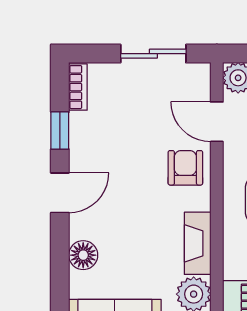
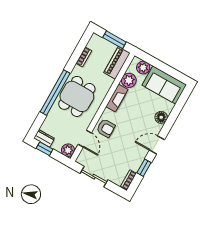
armchair: (185, 168) -> (106, 128), turned -90

